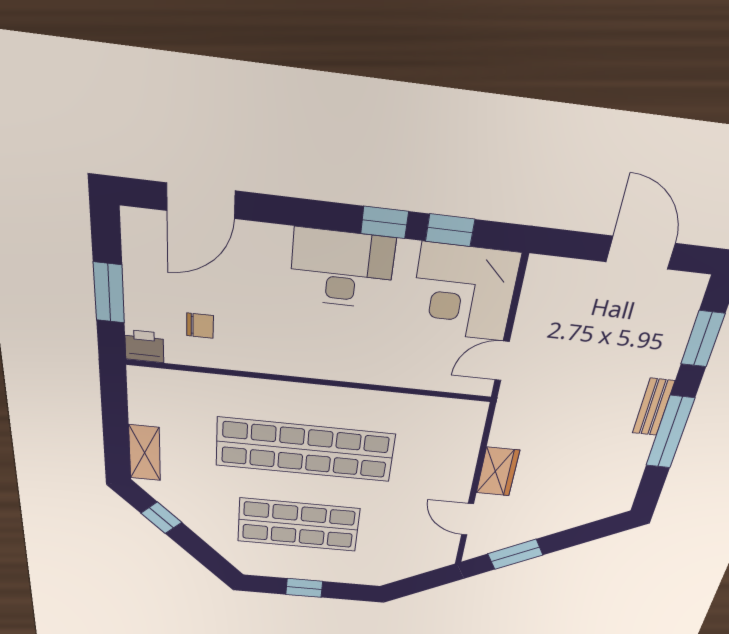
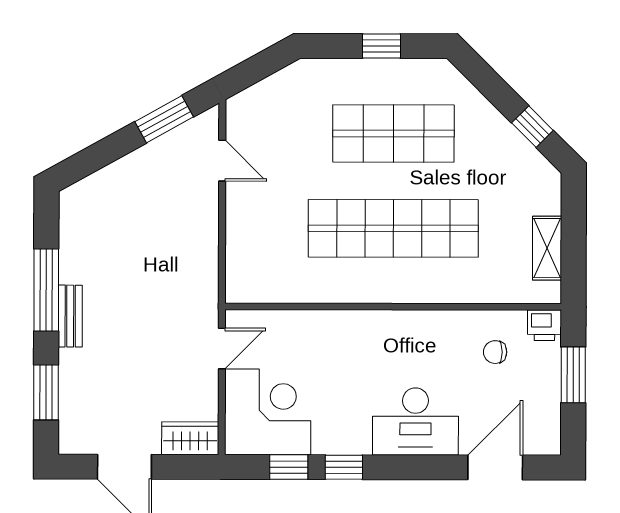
desk: (342, 269) -> (415, 421), moved
shelving: (145, 453) -> (547, 248), moved
wardrobe: (498, 472) -> (190, 438), moved, turned 90

